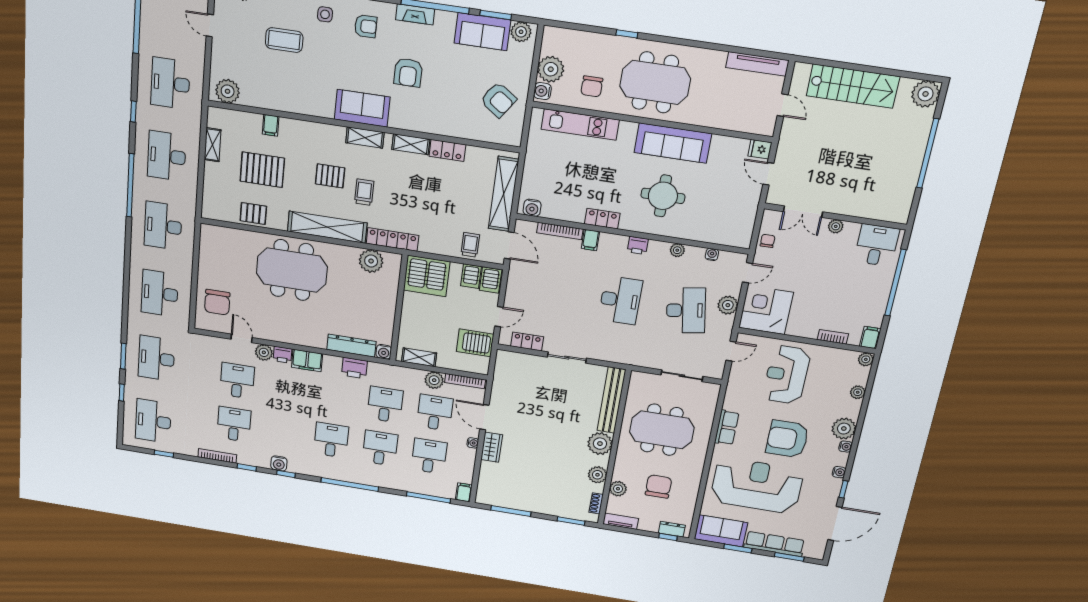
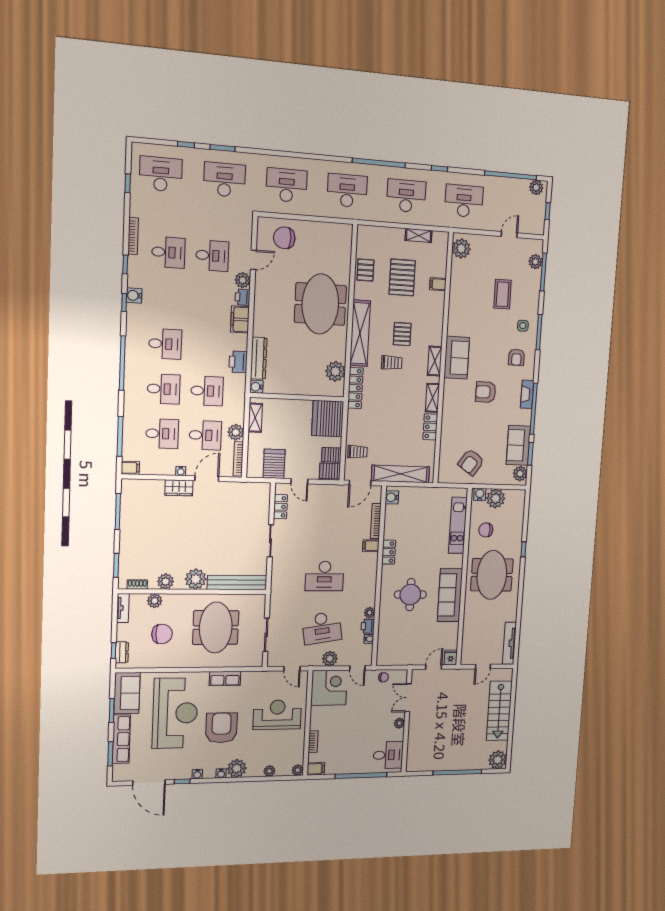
printer: (638, 245) -> (368, 626), moved

